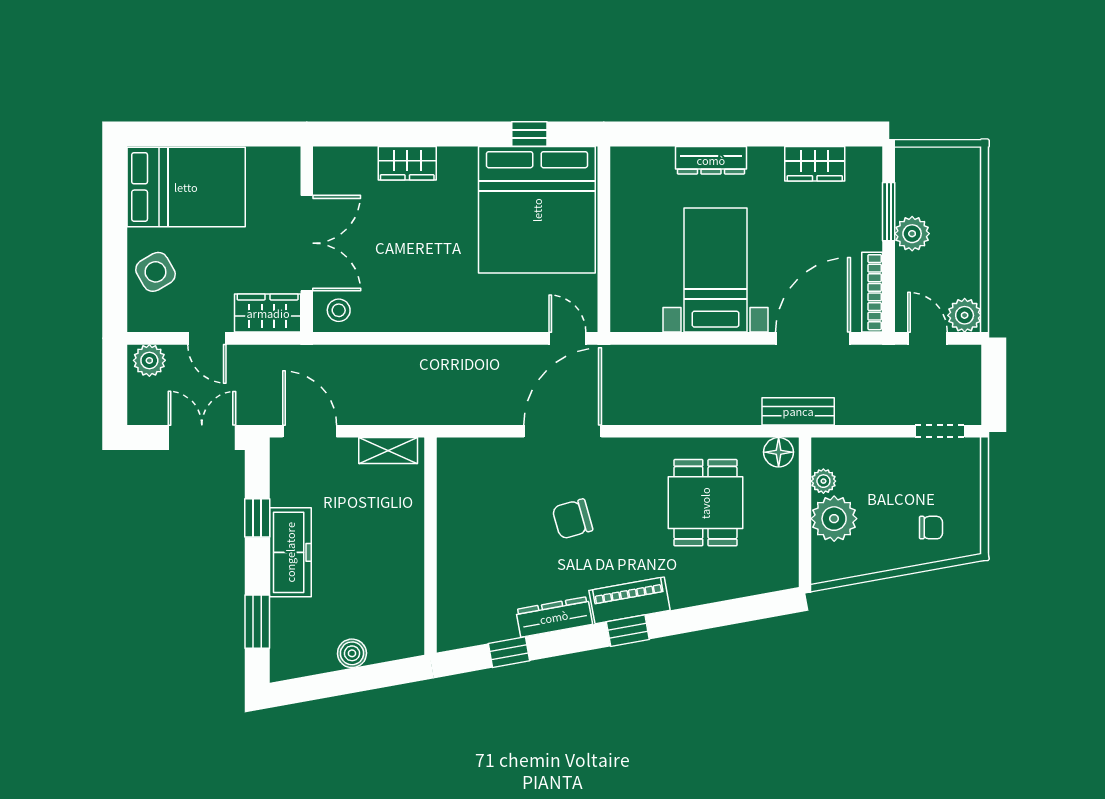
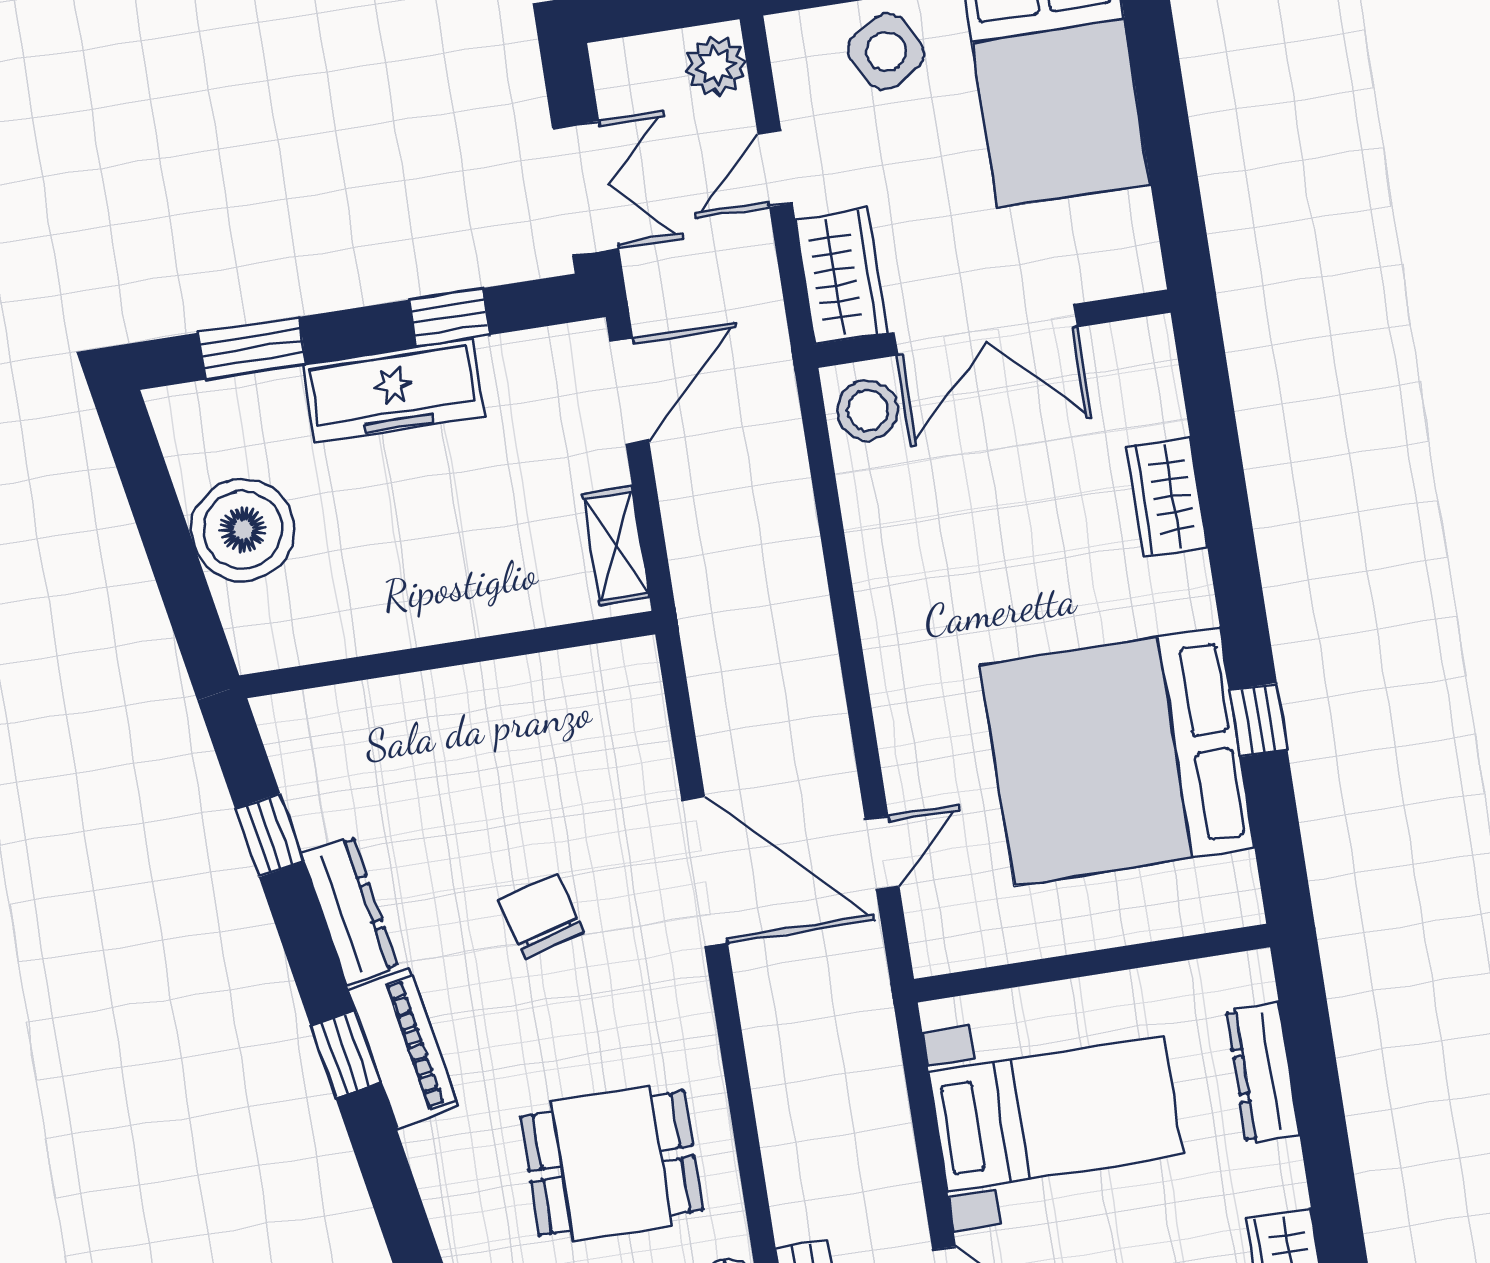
wall: (604, 239) -> (1092, 963), moved
stool: (339, 310) -> (868, 410), width x1.37, depth x1.37
boiler: (352, 653) -> (243, 530), width x1.86, depth x1.86

